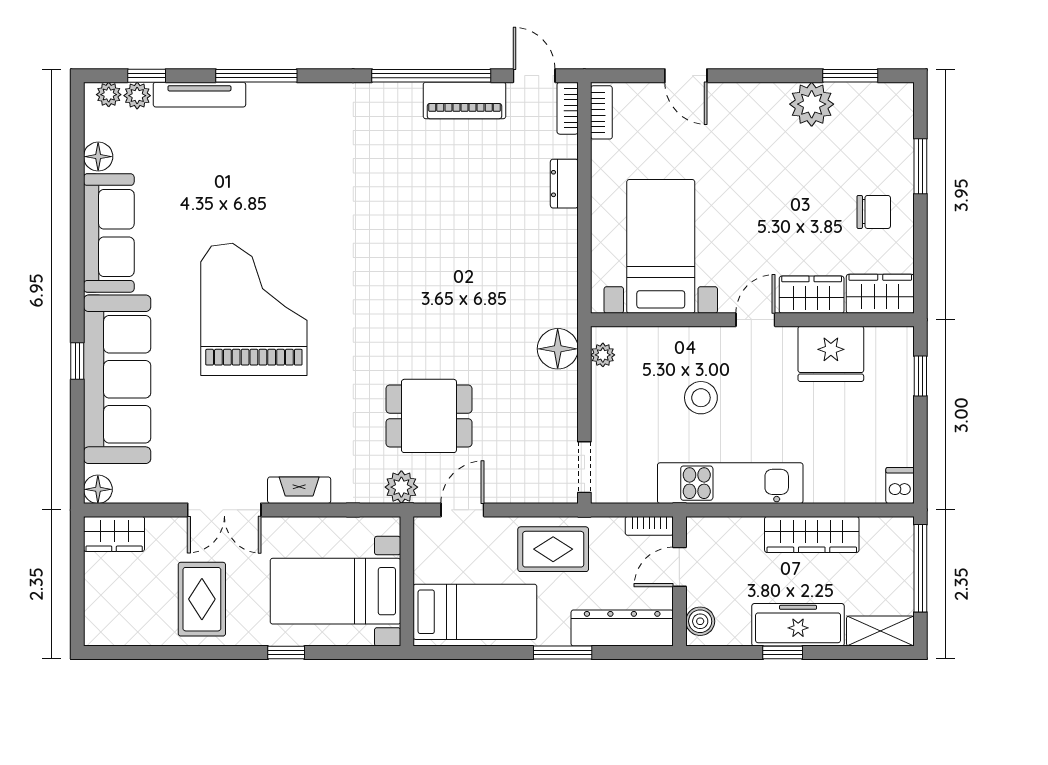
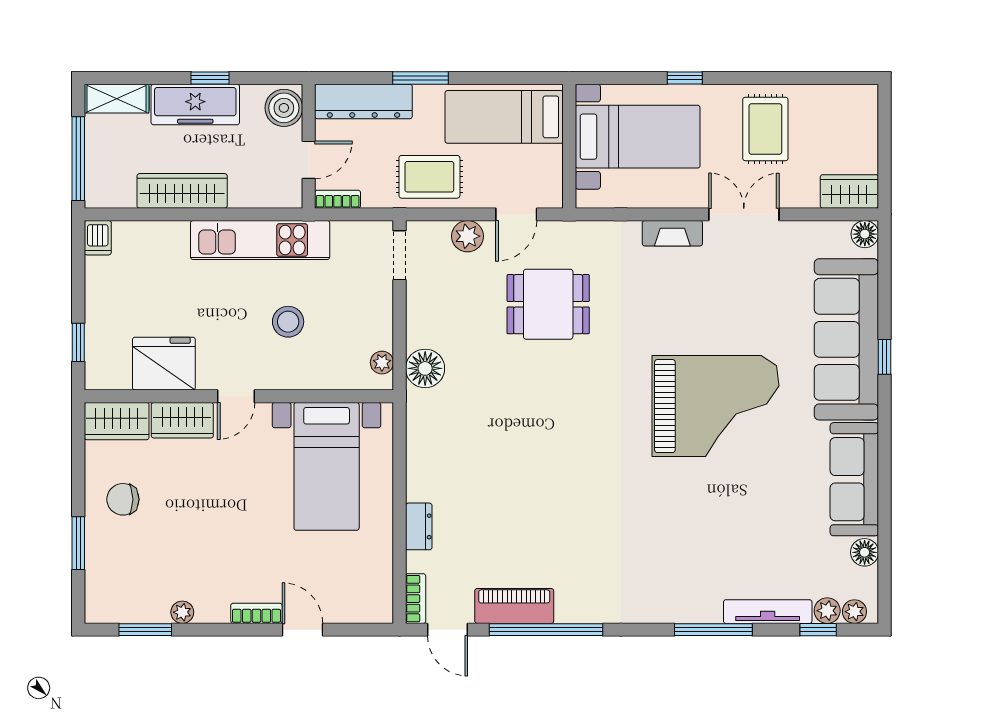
plant: (812, 104) -> (182, 612), width x0.53, depth x0.53
bookcase: (601, 112) -> (257, 613), moved, turned 90
grand piano: (254, 309) -> (716, 406), turned -90
plant: (401, 487) -> (467, 236), moved
boiler: (700, 621) -> (284, 108), width x1.36, depth x1.36

